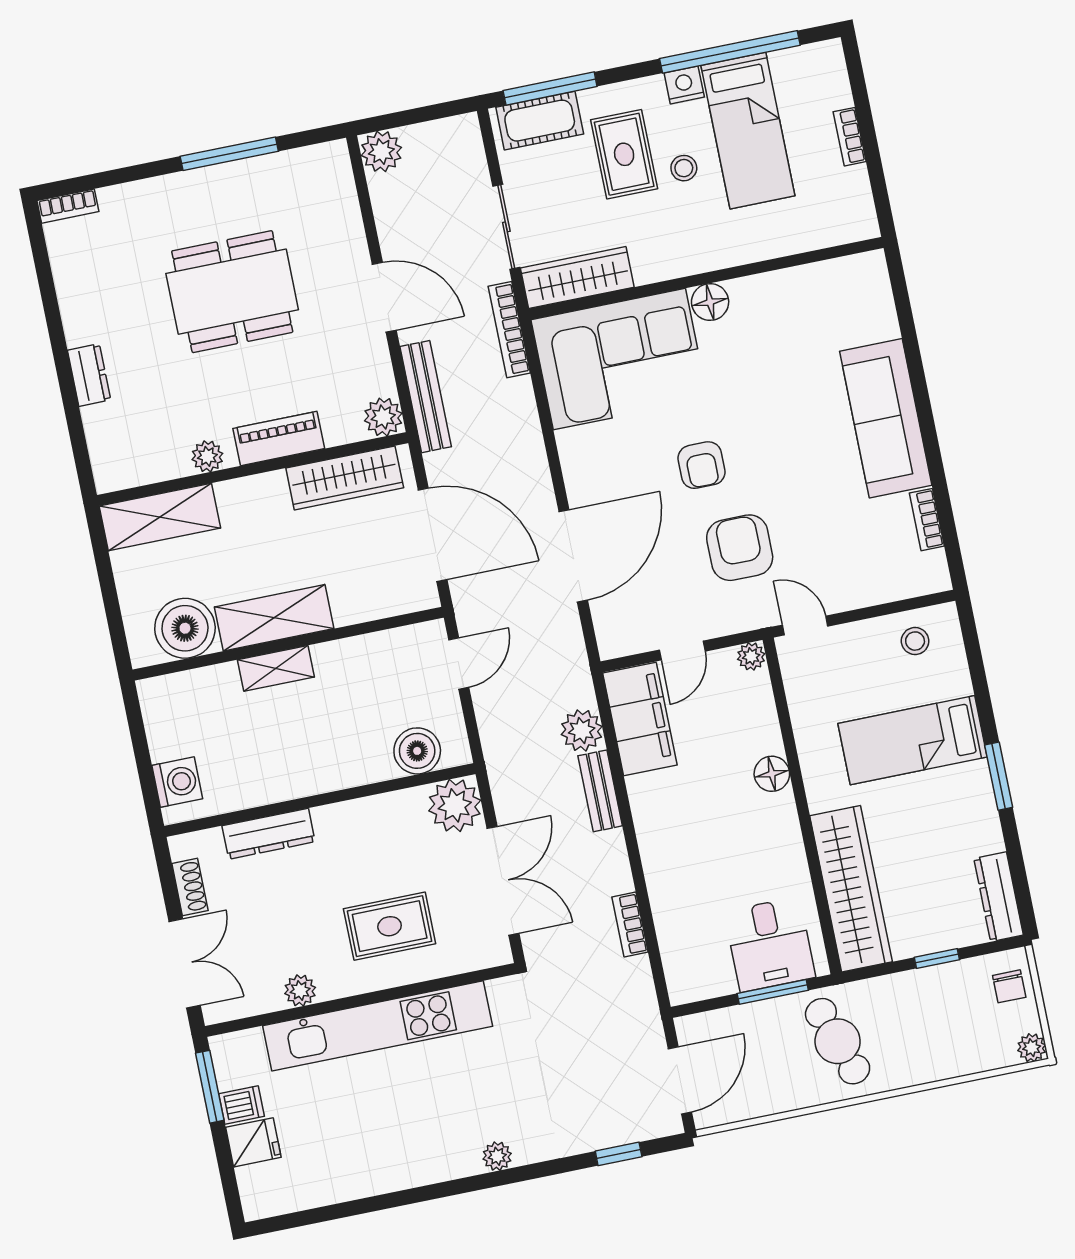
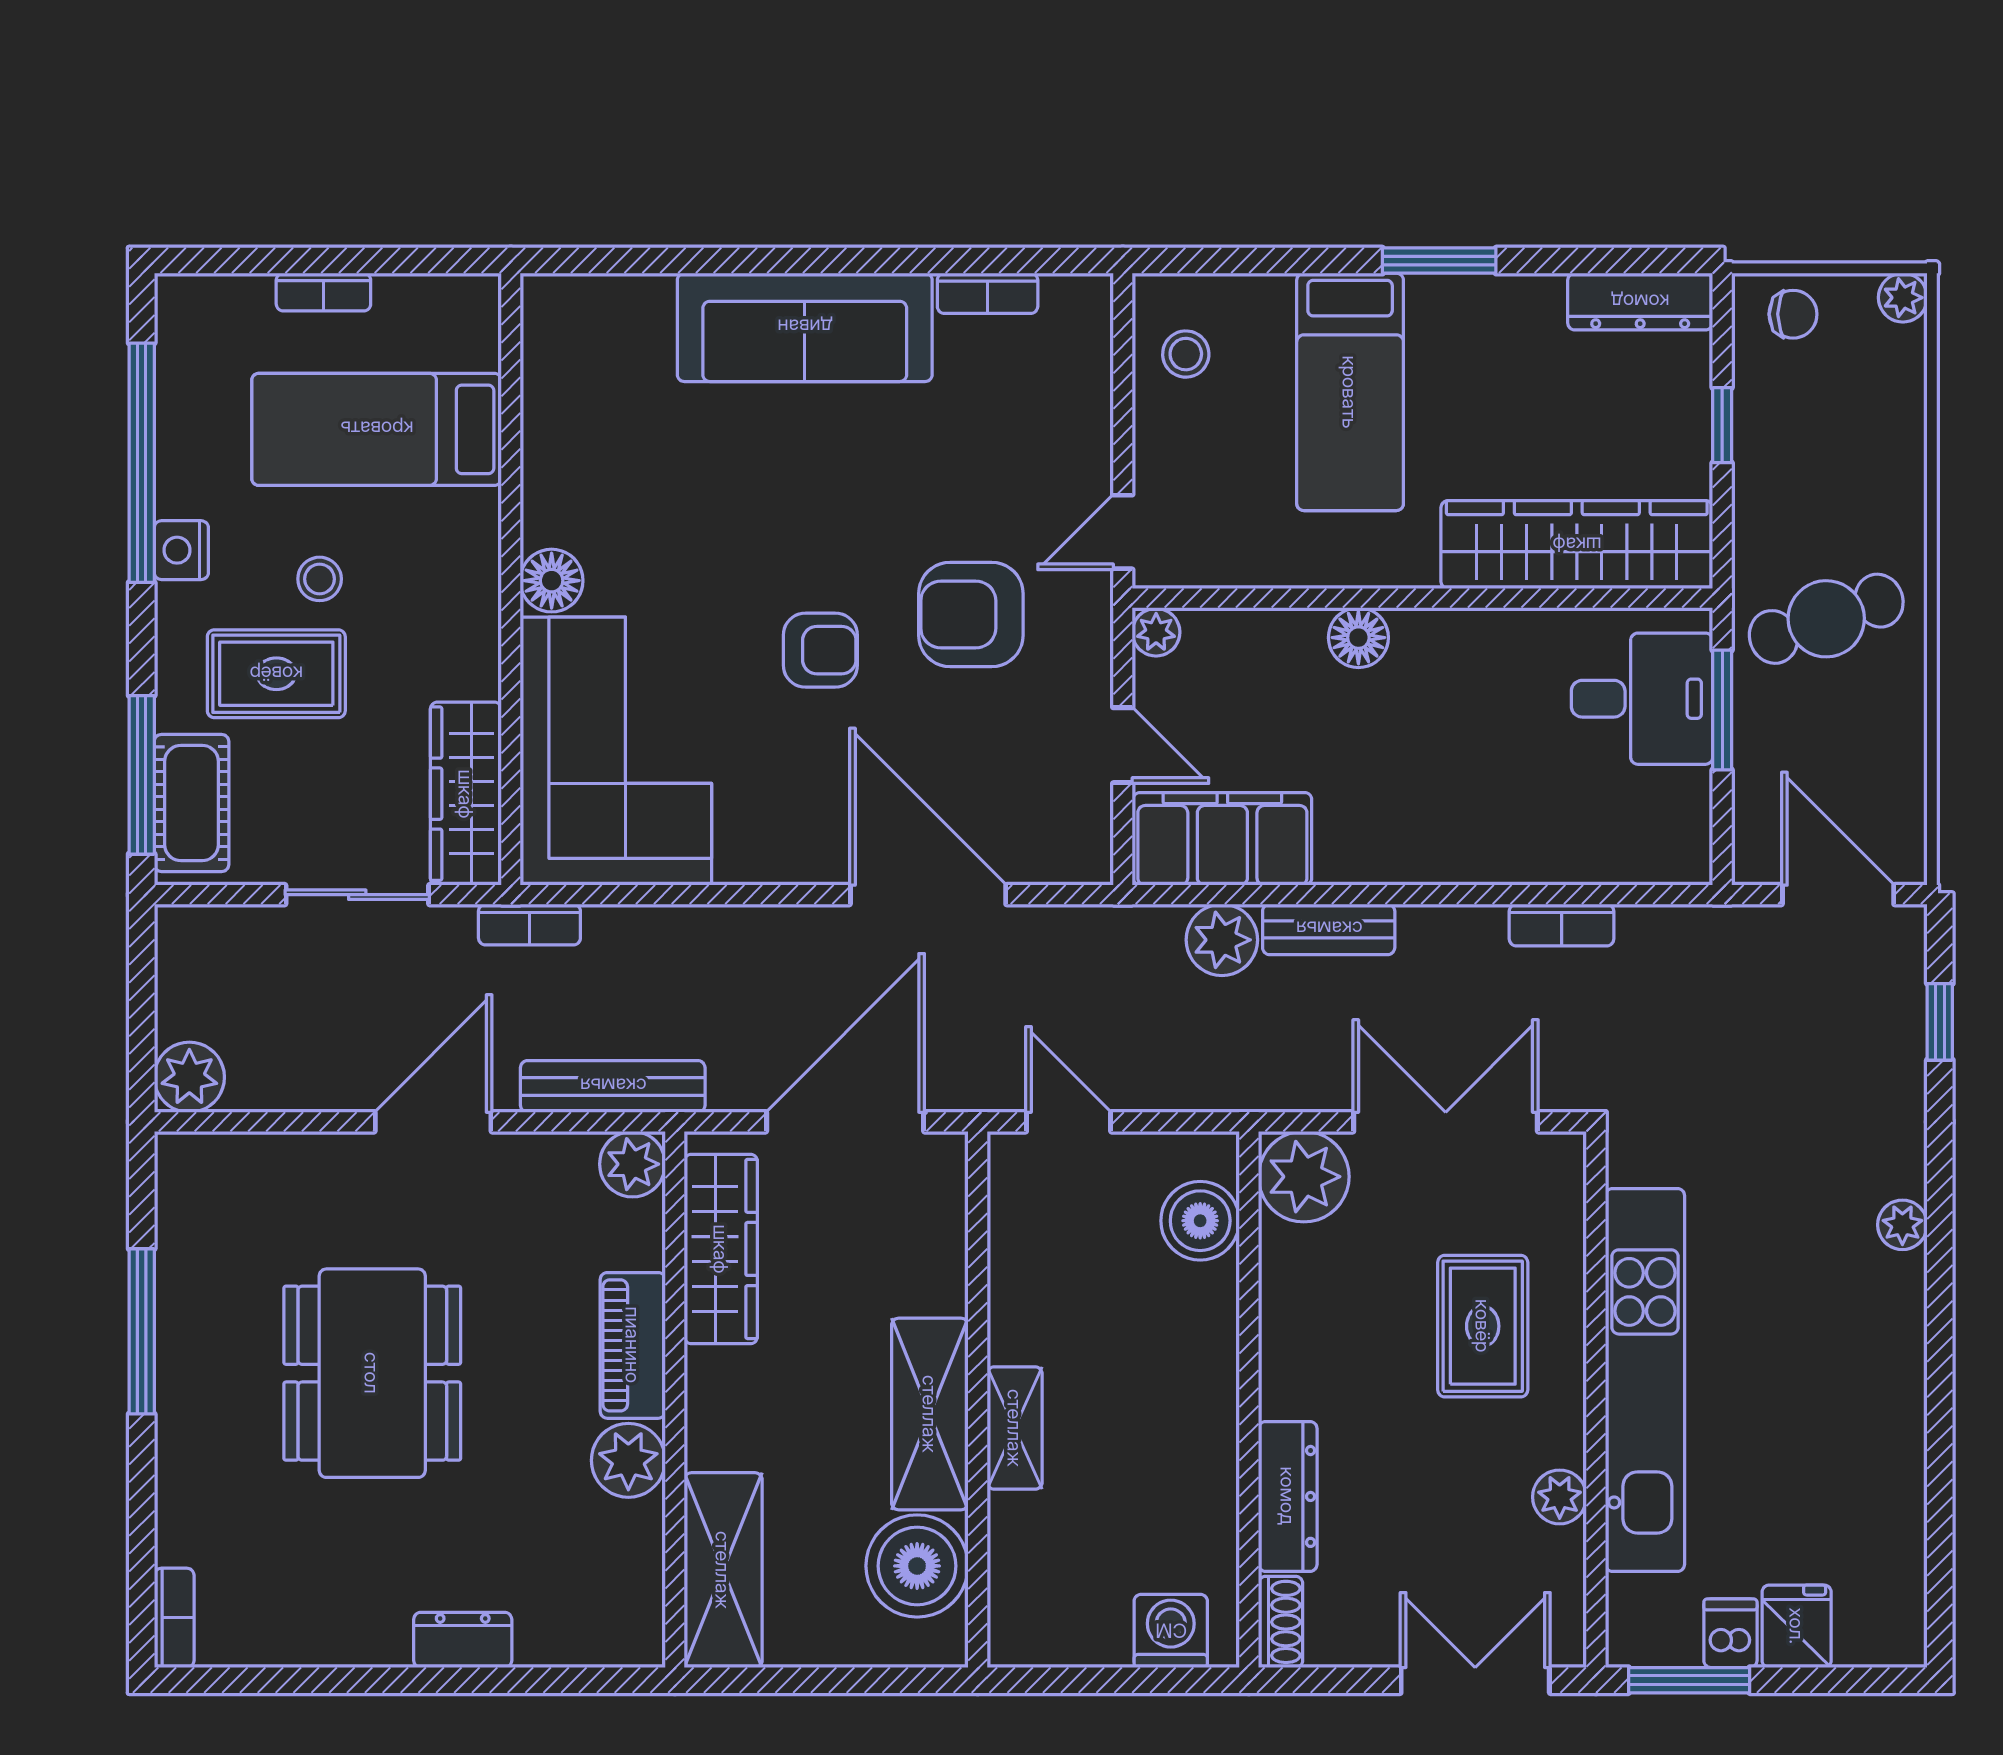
bed: (748, 131) -> (377, 429), moved, turned 180
bookcase: (509, 330) -> (529, 925), width x0.64
plant: (207, 456) -> (628, 1460), width x1.38, depth x1.38
shoe rack: (190, 887) -> (1281, 1622), moved, turned 90

